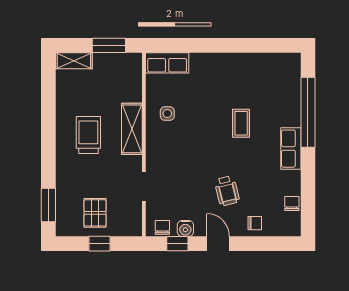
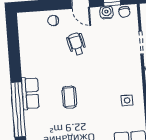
row of seats: (291, 149) -> (30, 93), moved
chair: (292, 203) -> (25, 38), removed

